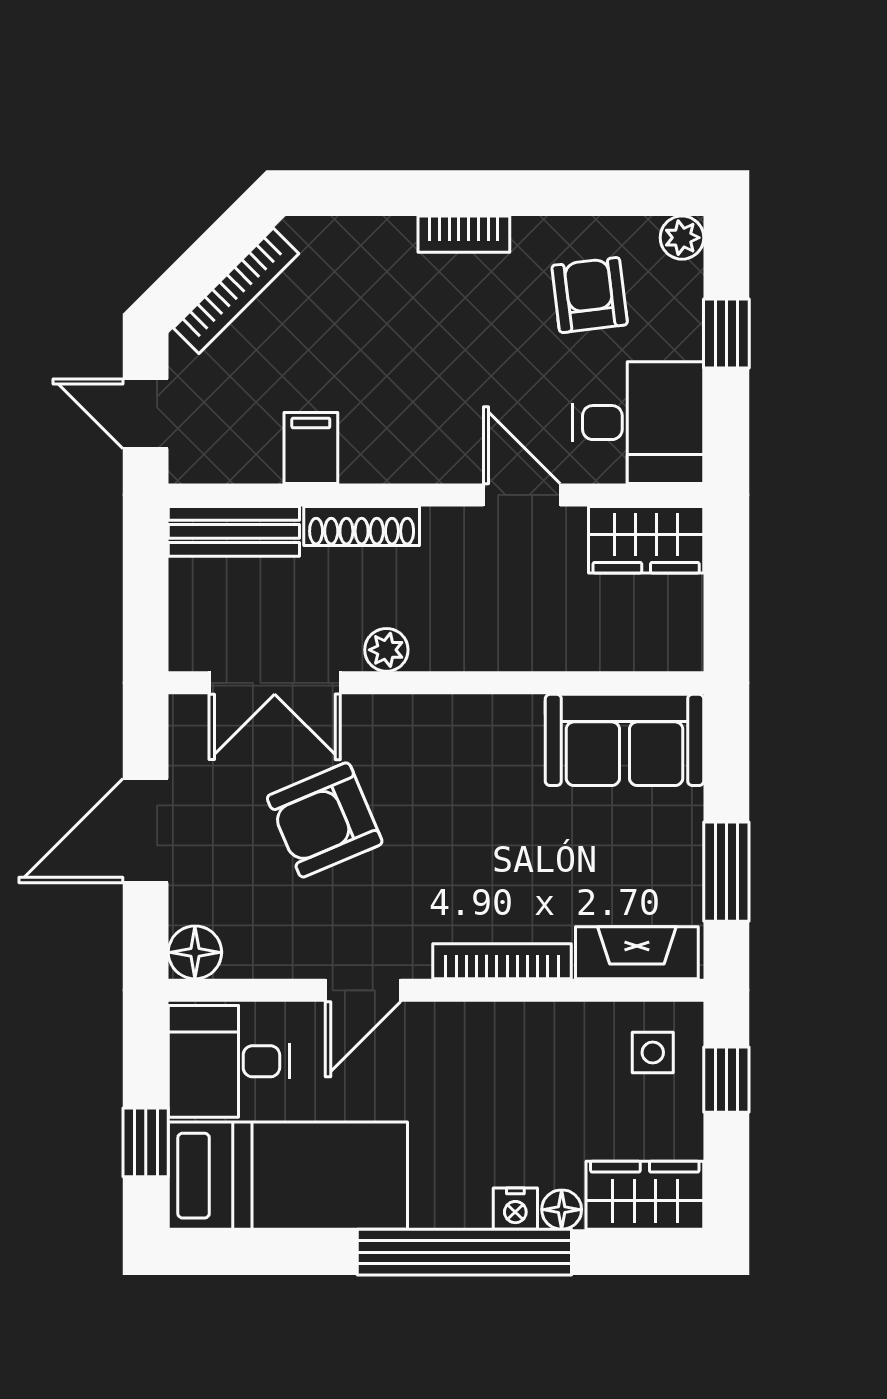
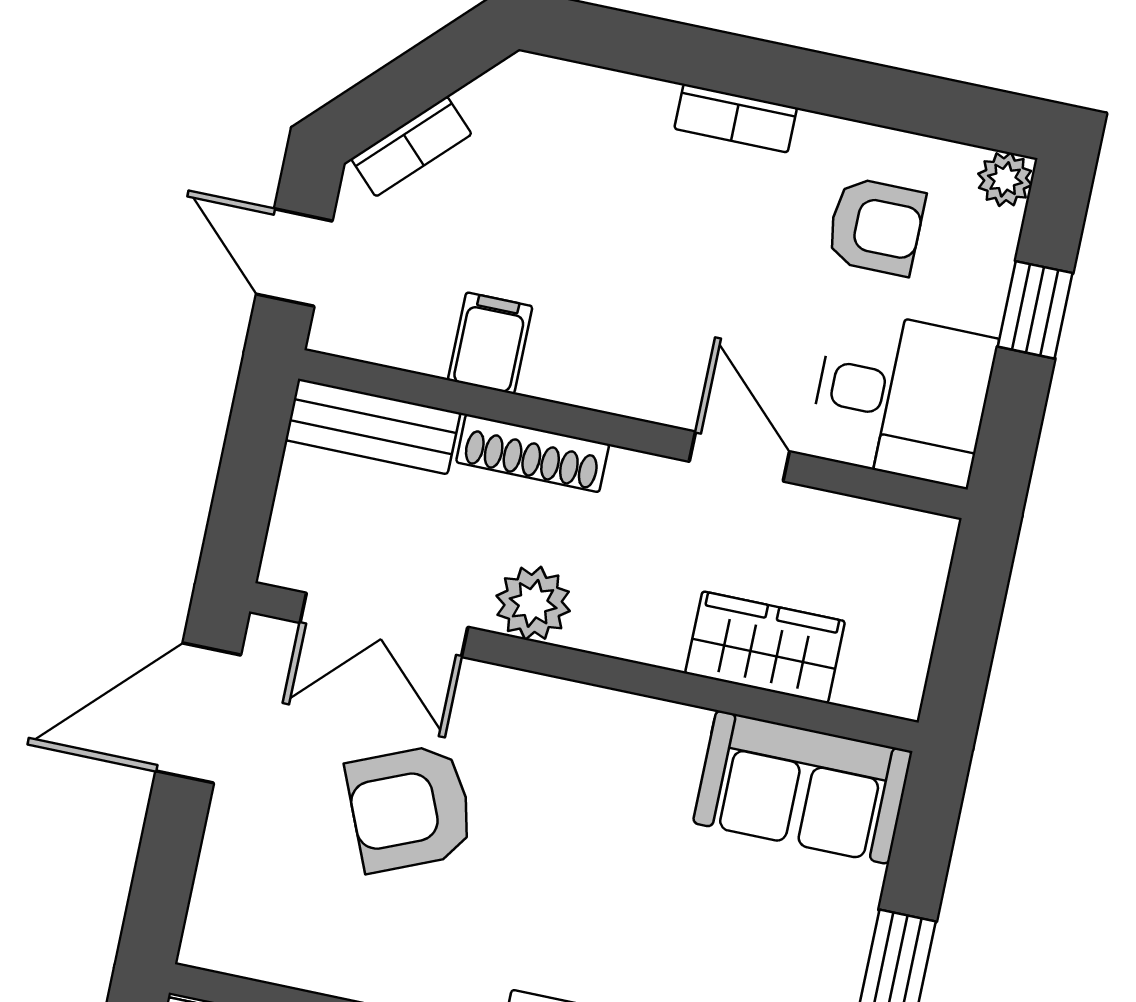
bookcase: (236, 291) -> (411, 146), width x0.64
armchair: (590, 295) -> (876, 226), turned 97
wardrobe: (646, 540) -> (765, 647), moved, turned 180
plant: (386, 650) -> (533, 603), width x1.38, depth x1.38
door: (146, 831) -> (198, 713), moved
floor lamp: (195, 952) -> (215, 938), removed

